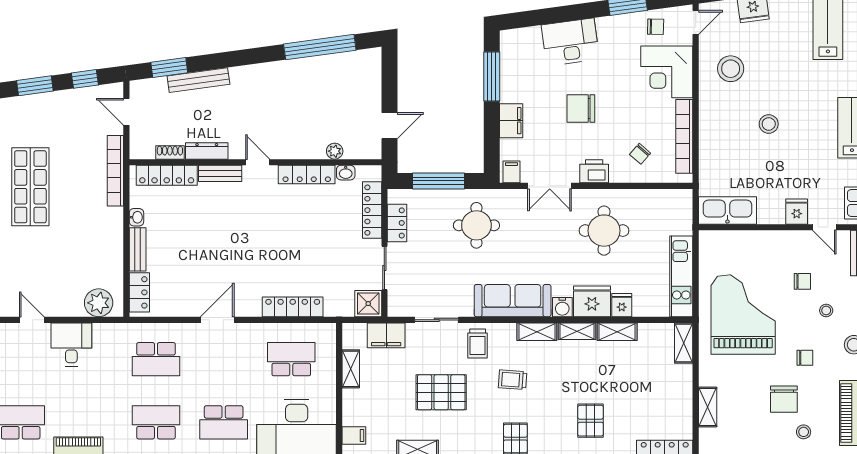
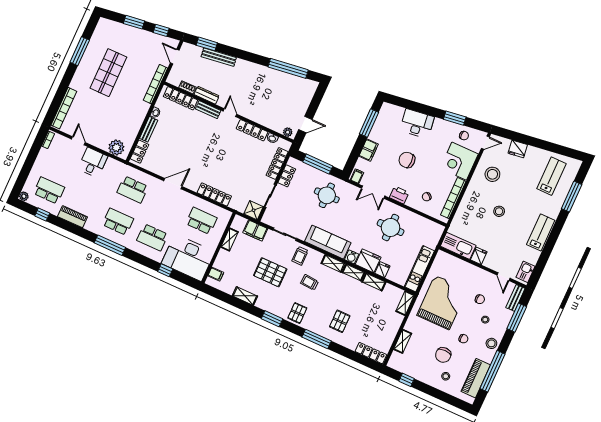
plant: (335, 151) -> (288, 132), moved
fridge: (797, 212) -> (479, 256), moved

